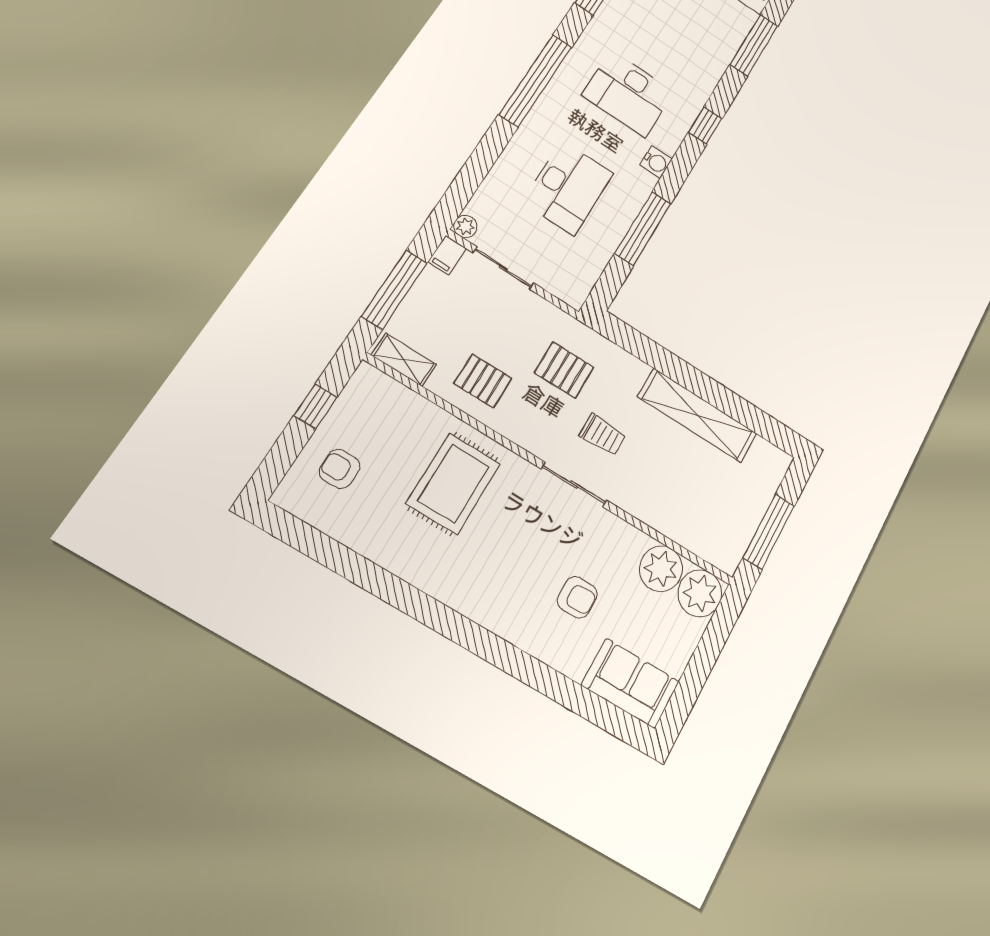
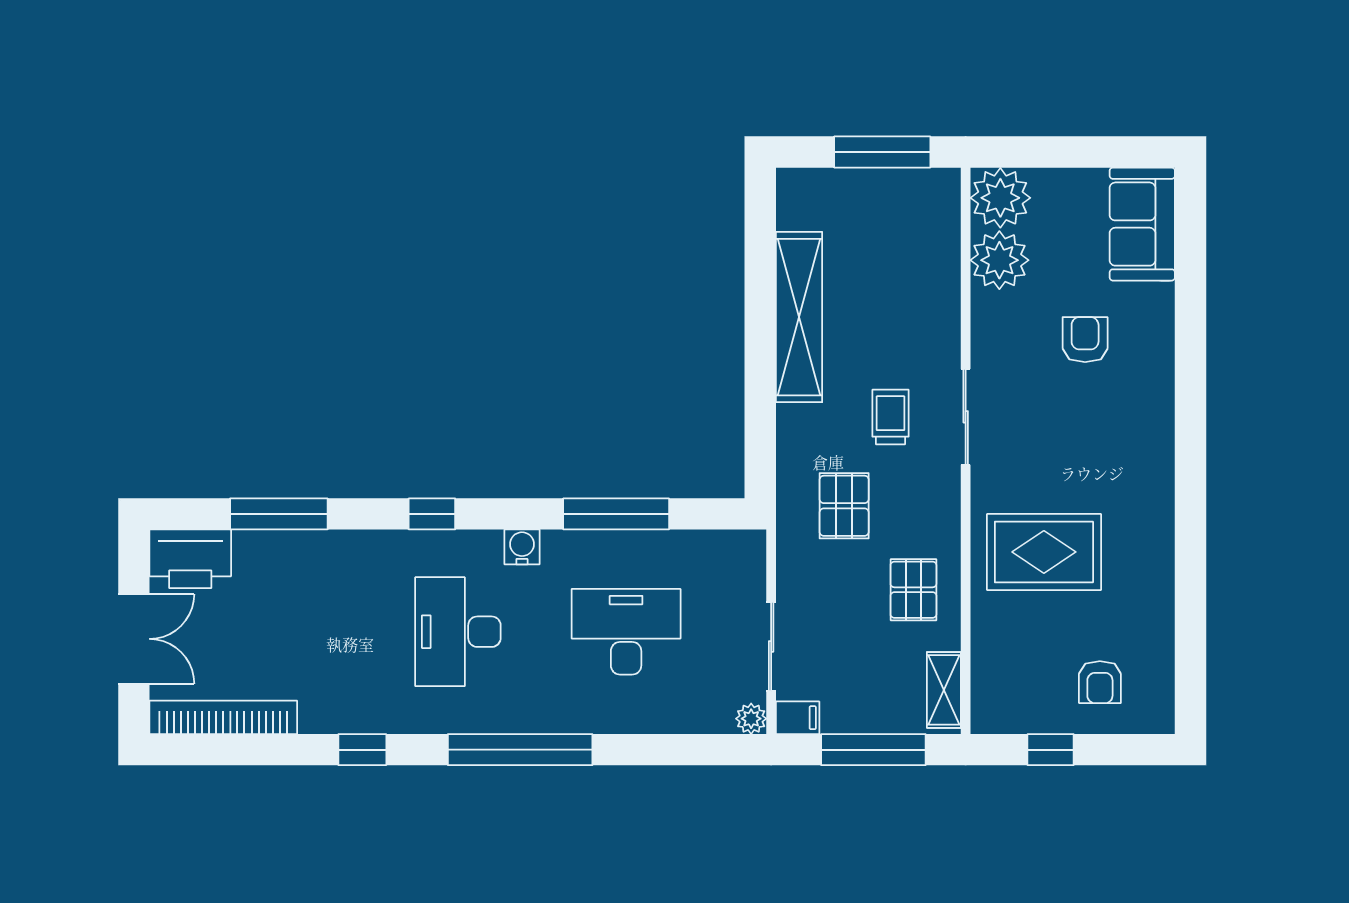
desk: (628, 94) -> (458, 632), turned 180

